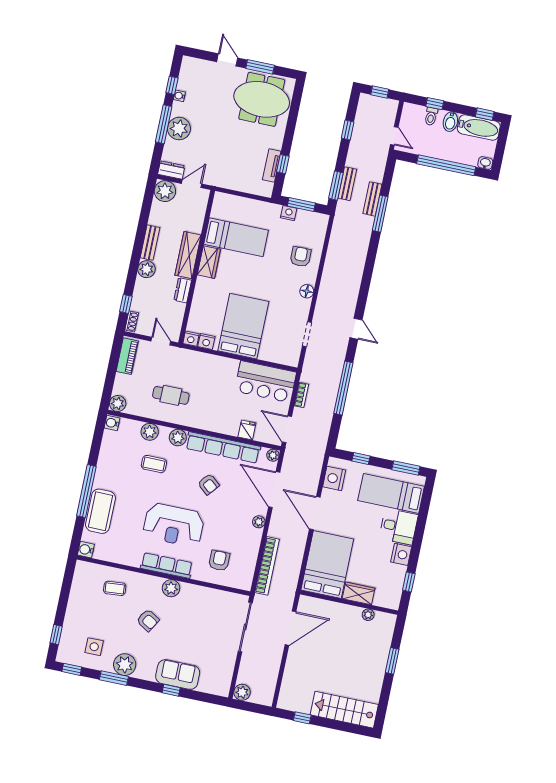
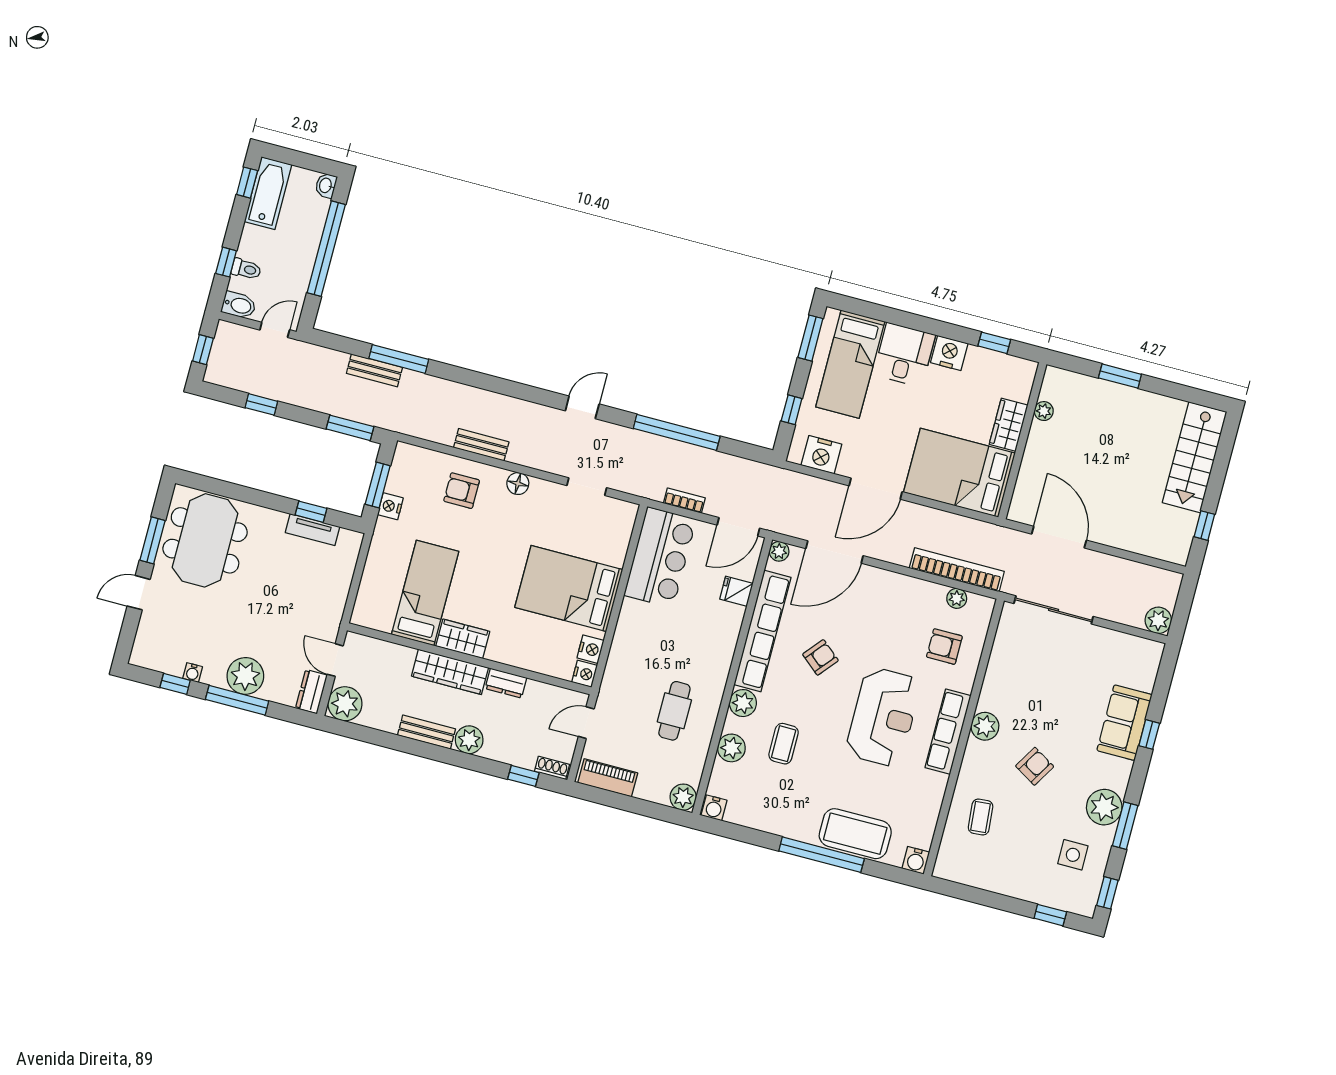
bidet: (450, 122) -> (239, 305), moved
bench: (347, 184) -> (481, 445), moved
plant: (259, 522) -> (957, 598), moved

